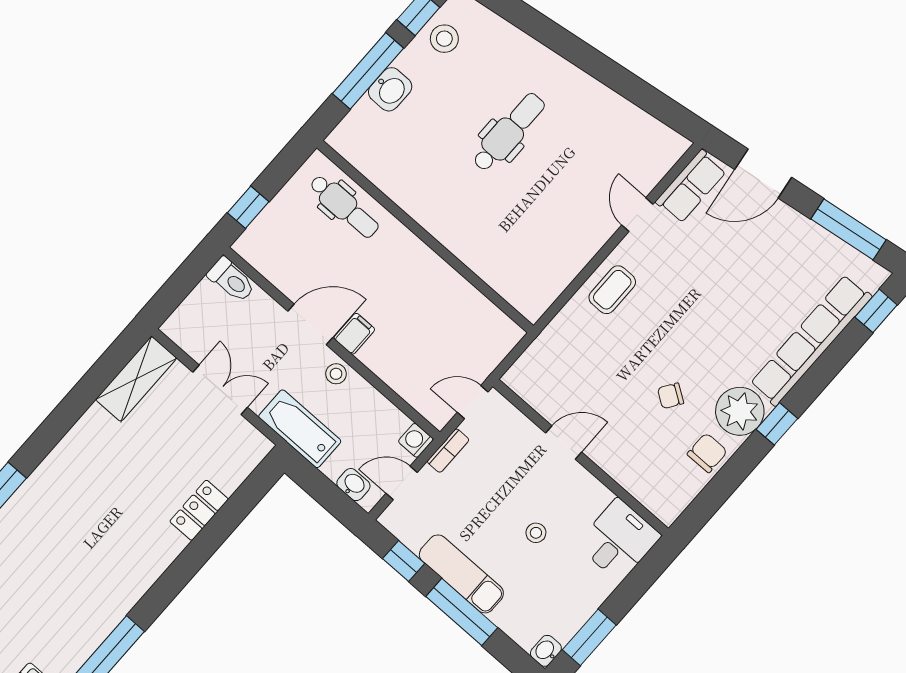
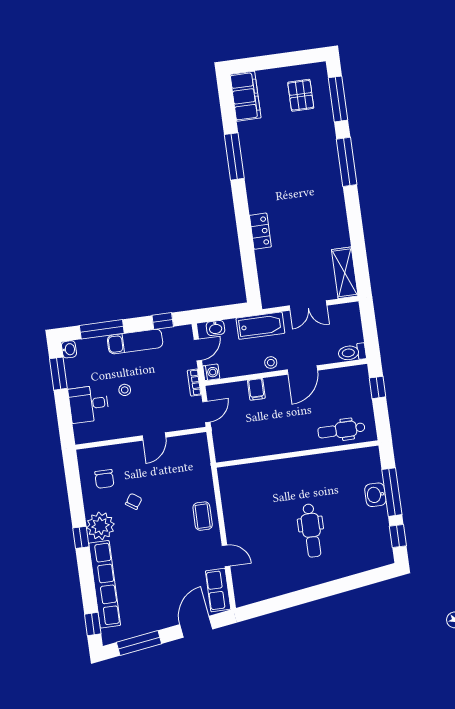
stool: (444, 39) -> (377, 538), removed
filing cabinet: (354, 334) -> (256, 389), moved
chair: (707, 453) -> (104, 479), moved
locker: (199, 510) -> (260, 231), moved
desk: (619, 540) -> (89, 404), moved, turned 90
window: (462, 612) -> (102, 329), moved

